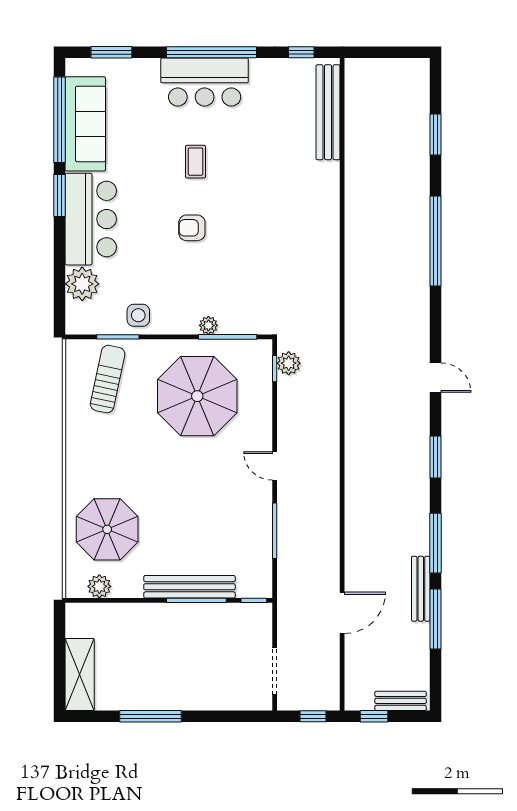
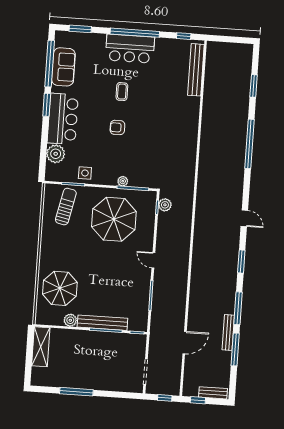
sofa: (85, 124) -> (63, 67), width x0.73
plant: (99, 586) -> (70, 320), moved
shelving: (80, 675) -> (41, 347), moved

